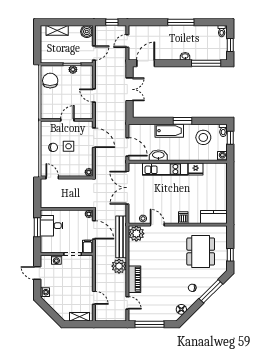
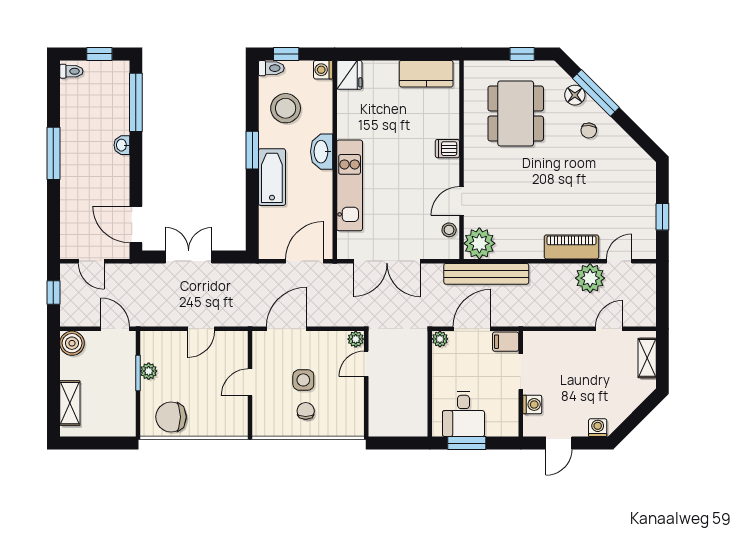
door: (67, 120) -> (250, 382), hinge flipped
washbasin: (158, 155) -> (322, 152), moved
fridge: (196, 169) -> (349, 75), moved
door: (52, 177) -> (366, 364), moved
kitchen counter: (214, 217) -> (426, 74), moved, turned -90
dining table: (201, 252) -> (516, 113), turned 90
plant: (119, 266) -> (590, 278), moved
floor lamp: (181, 309) -> (575, 95), moved
window: (149, 324) -> (662, 217), width x0.46

